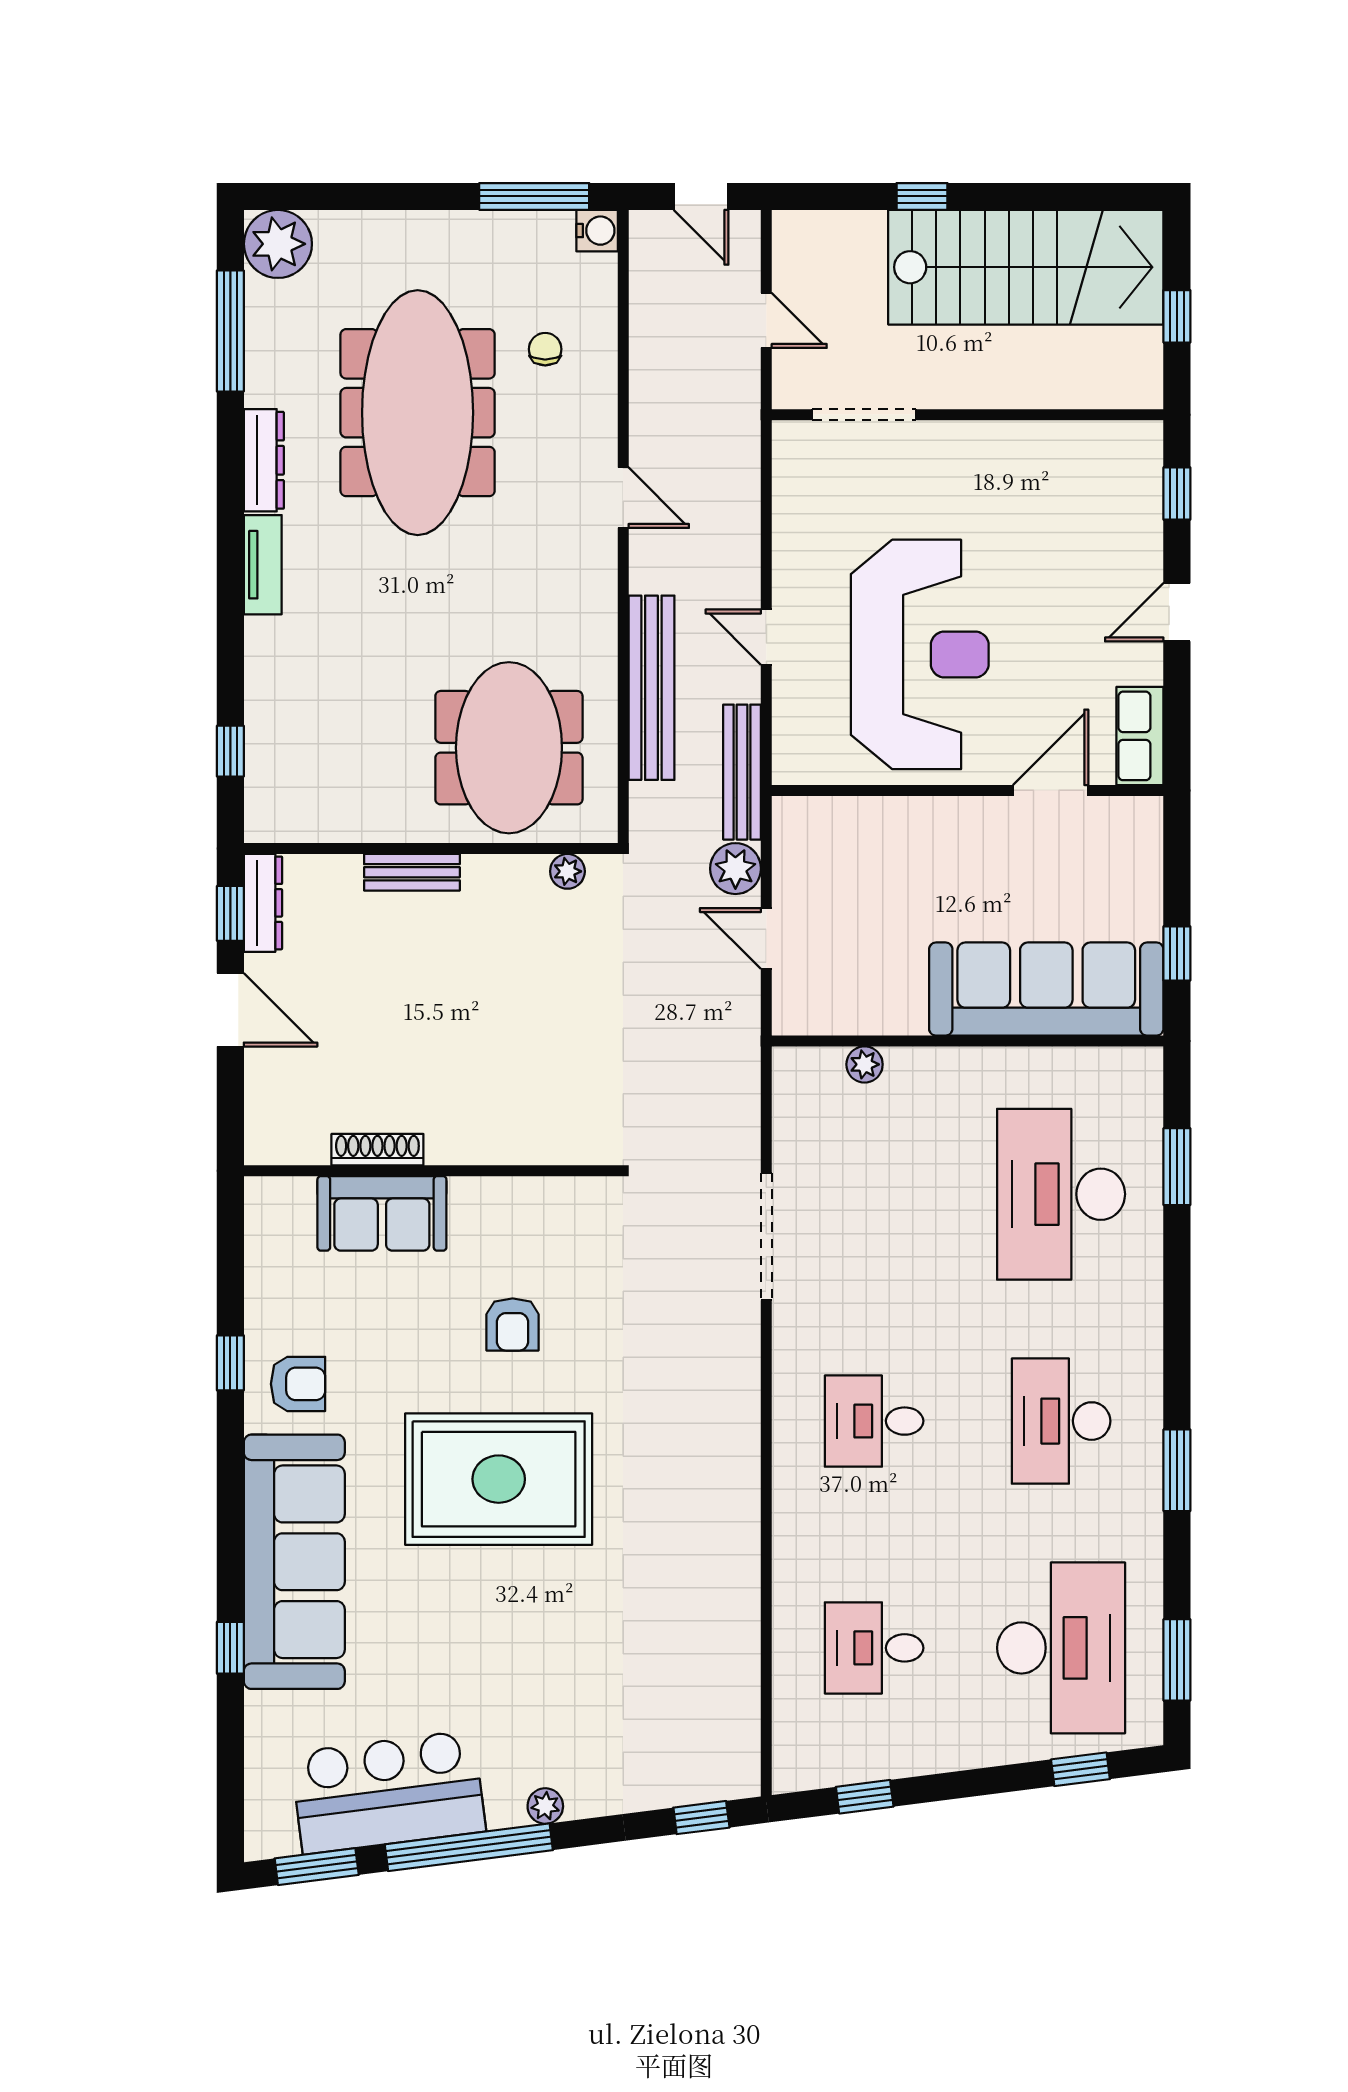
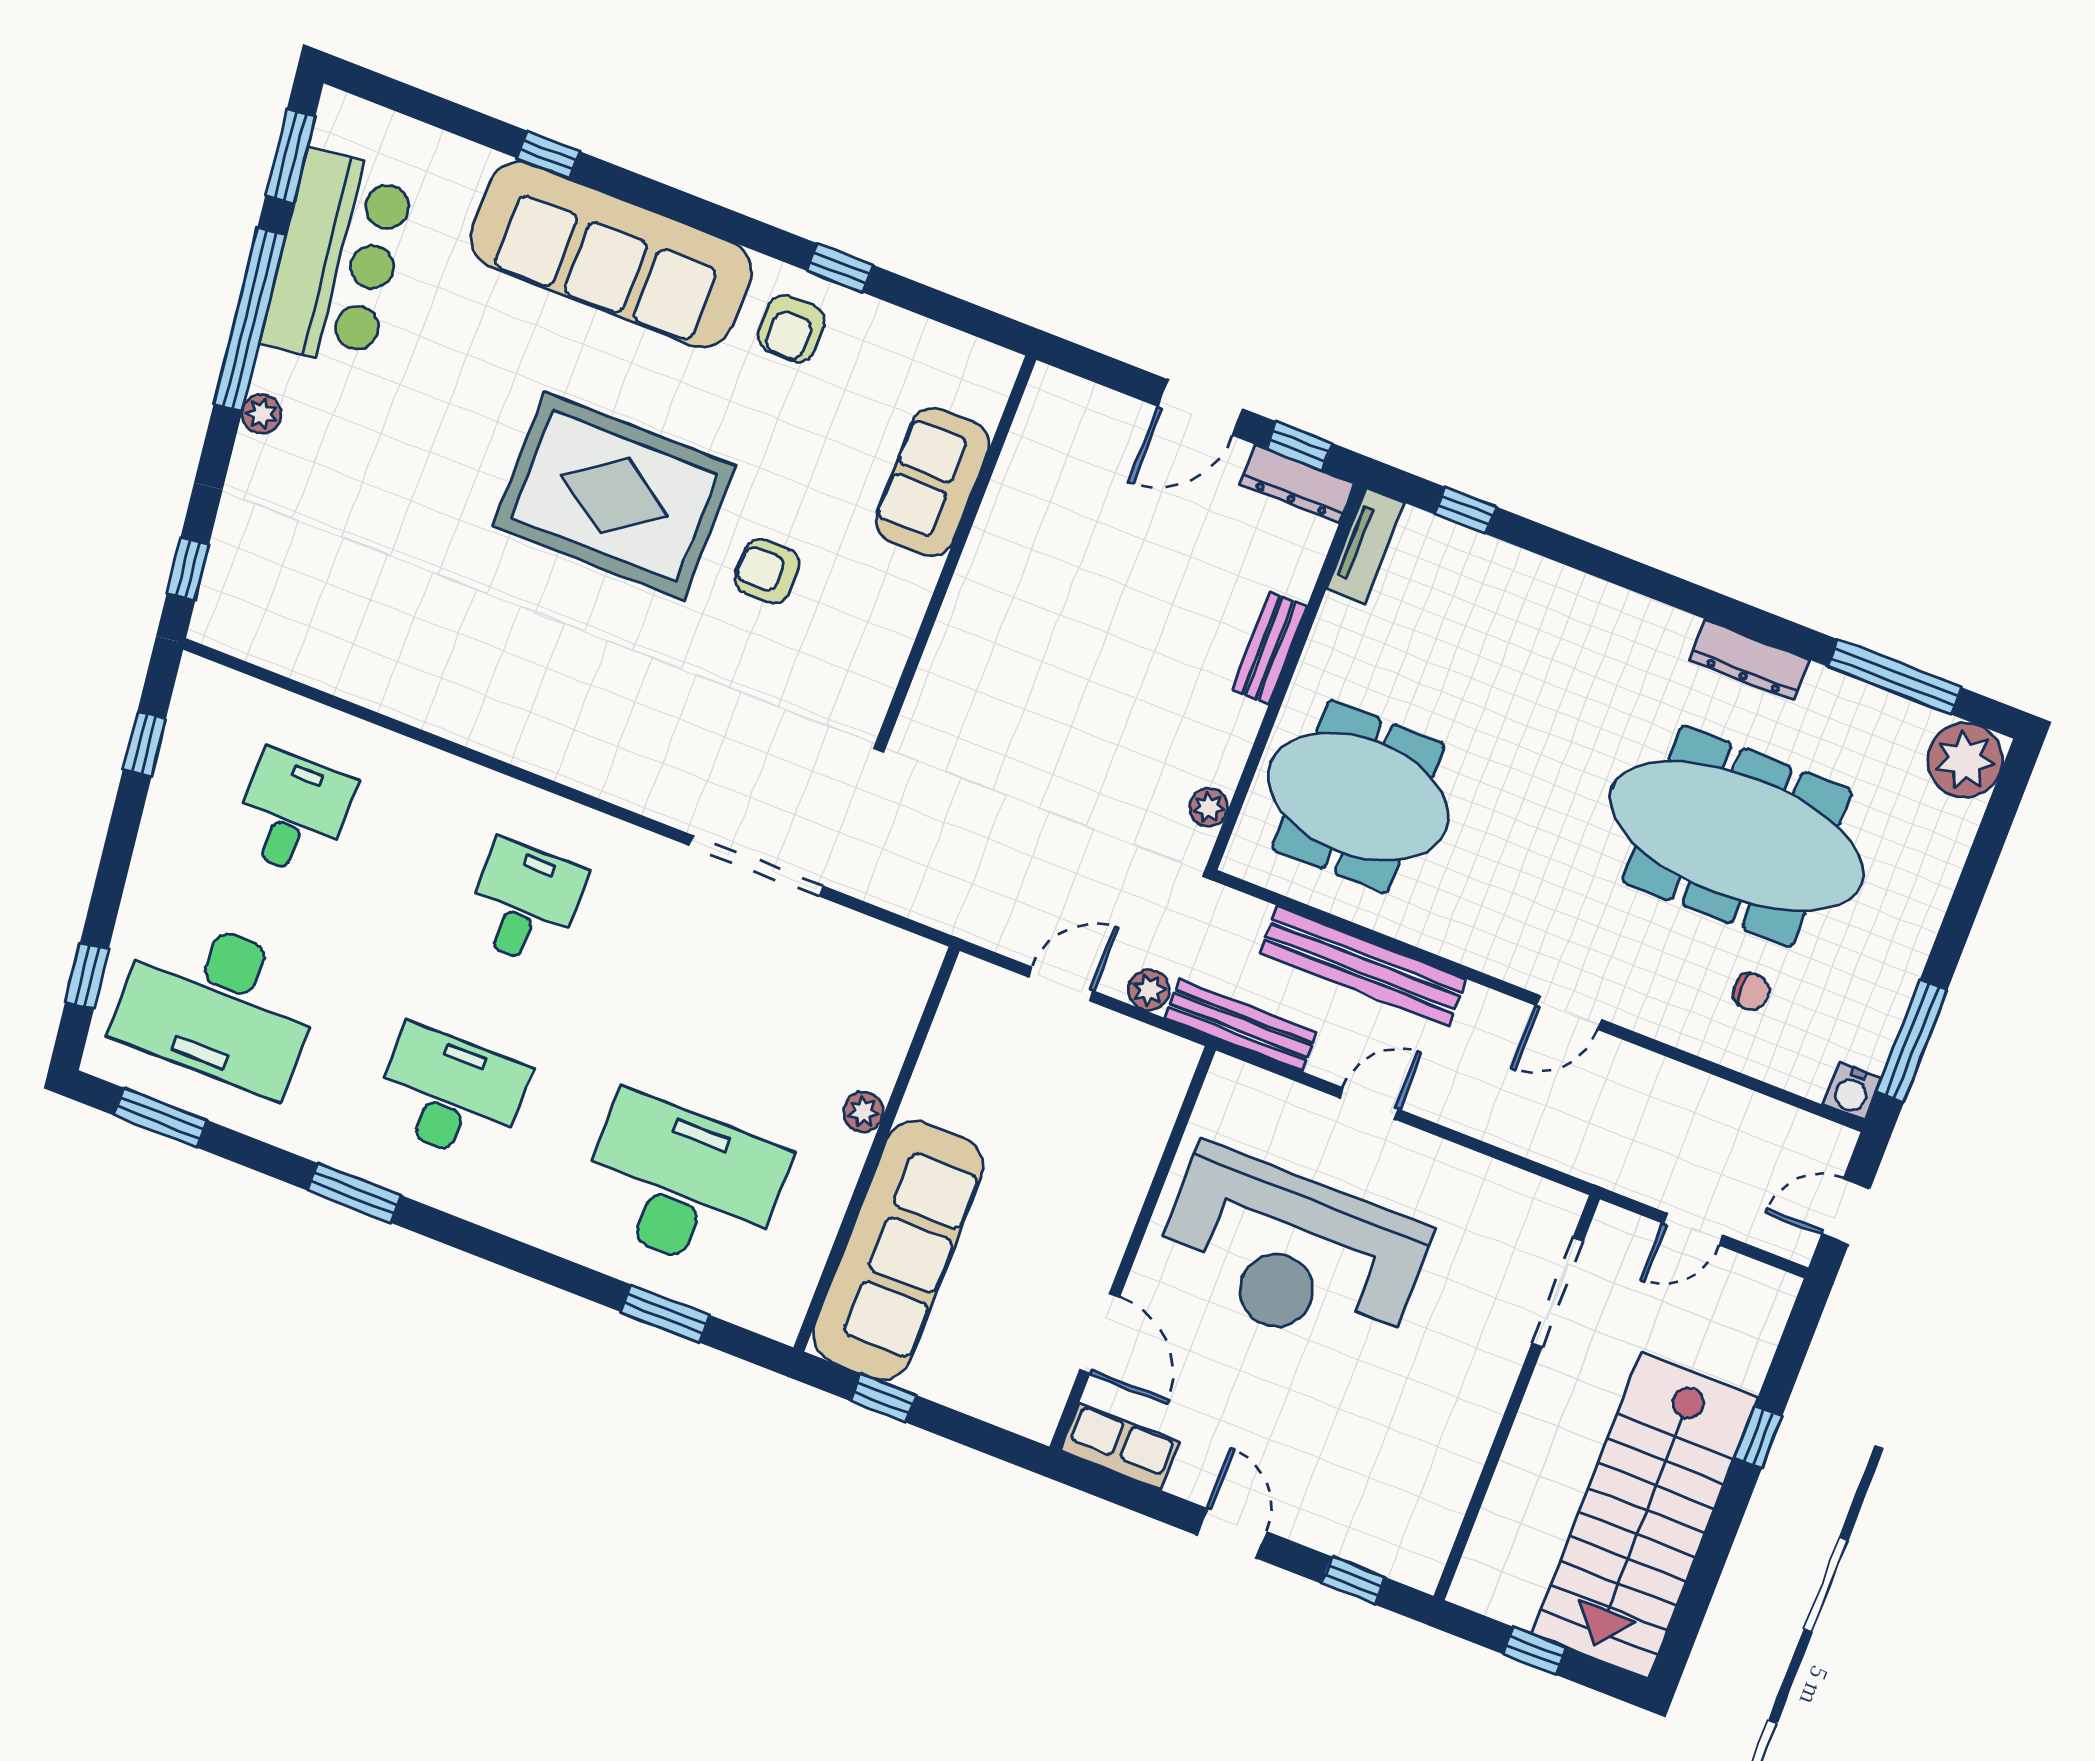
tv unit: (263, 565) -> (1365, 546), moved, turned -90
plant: (735, 869) -> (1149, 990), width x0.73, depth x0.73
plant: (865, 1064) -> (863, 1112), moved
shoe rack: (377, 1150) -> (999, 503), removed
rug: (499, 1479) -> (614, 496), turned 90

